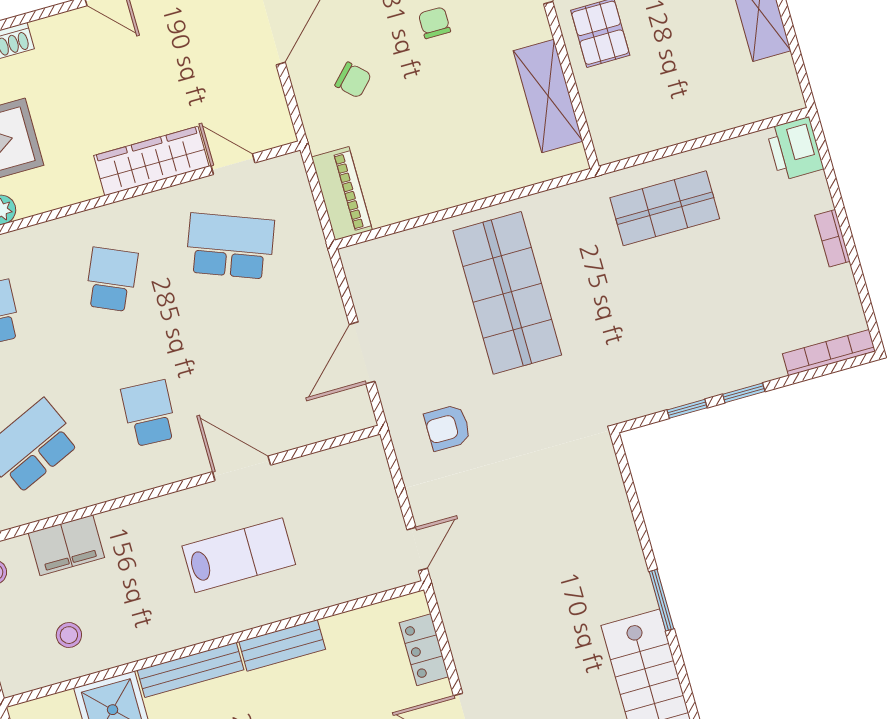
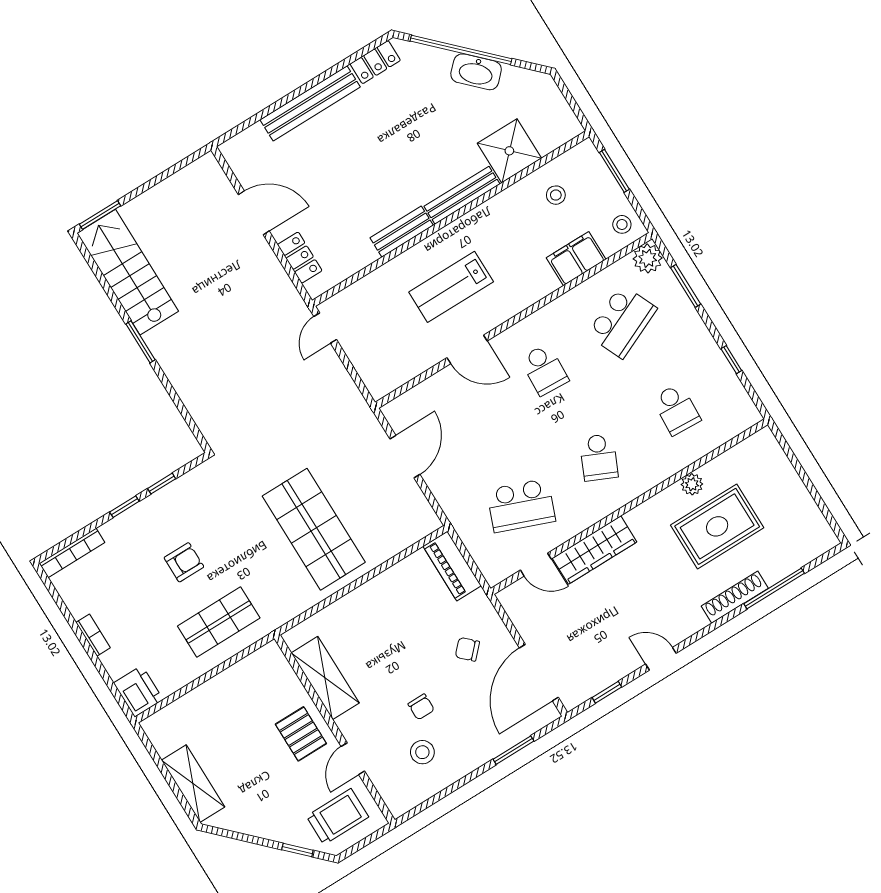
armchair: (448, 428) -> (184, 562), moved

